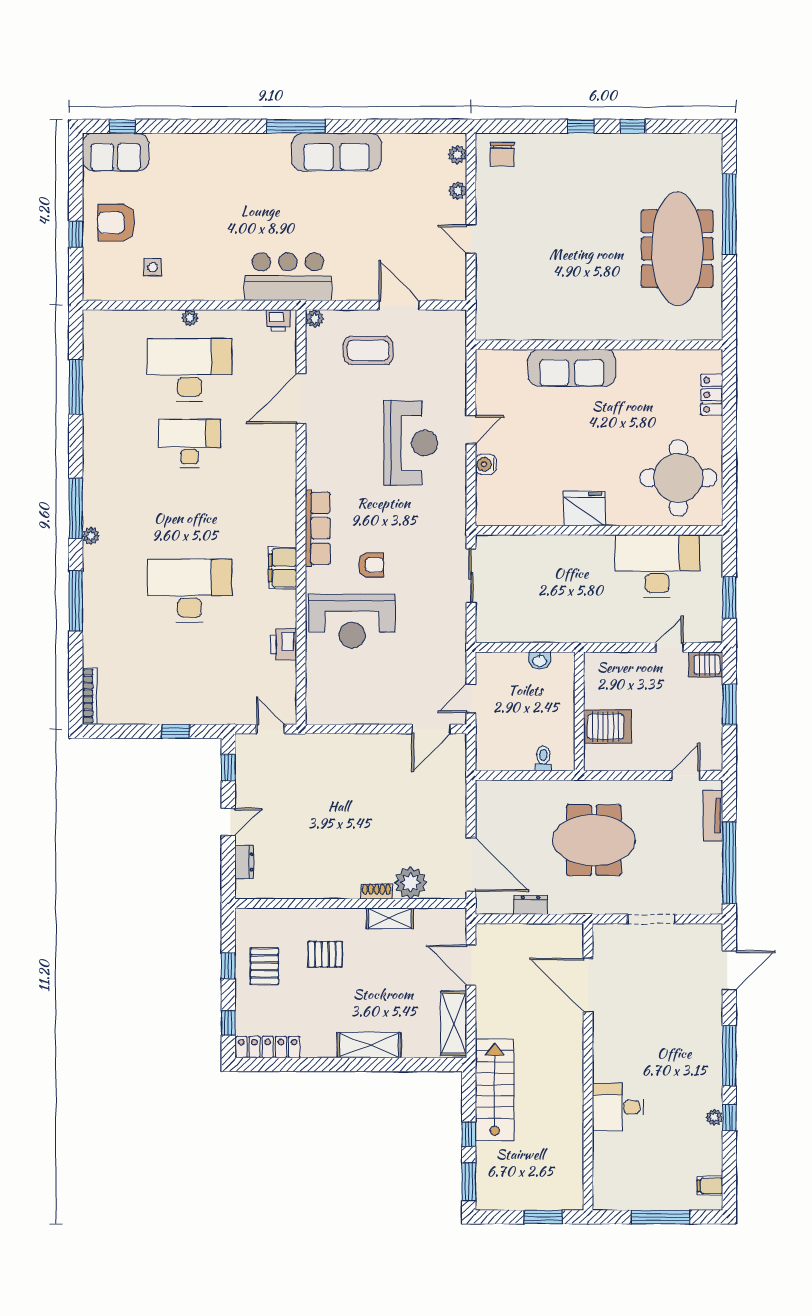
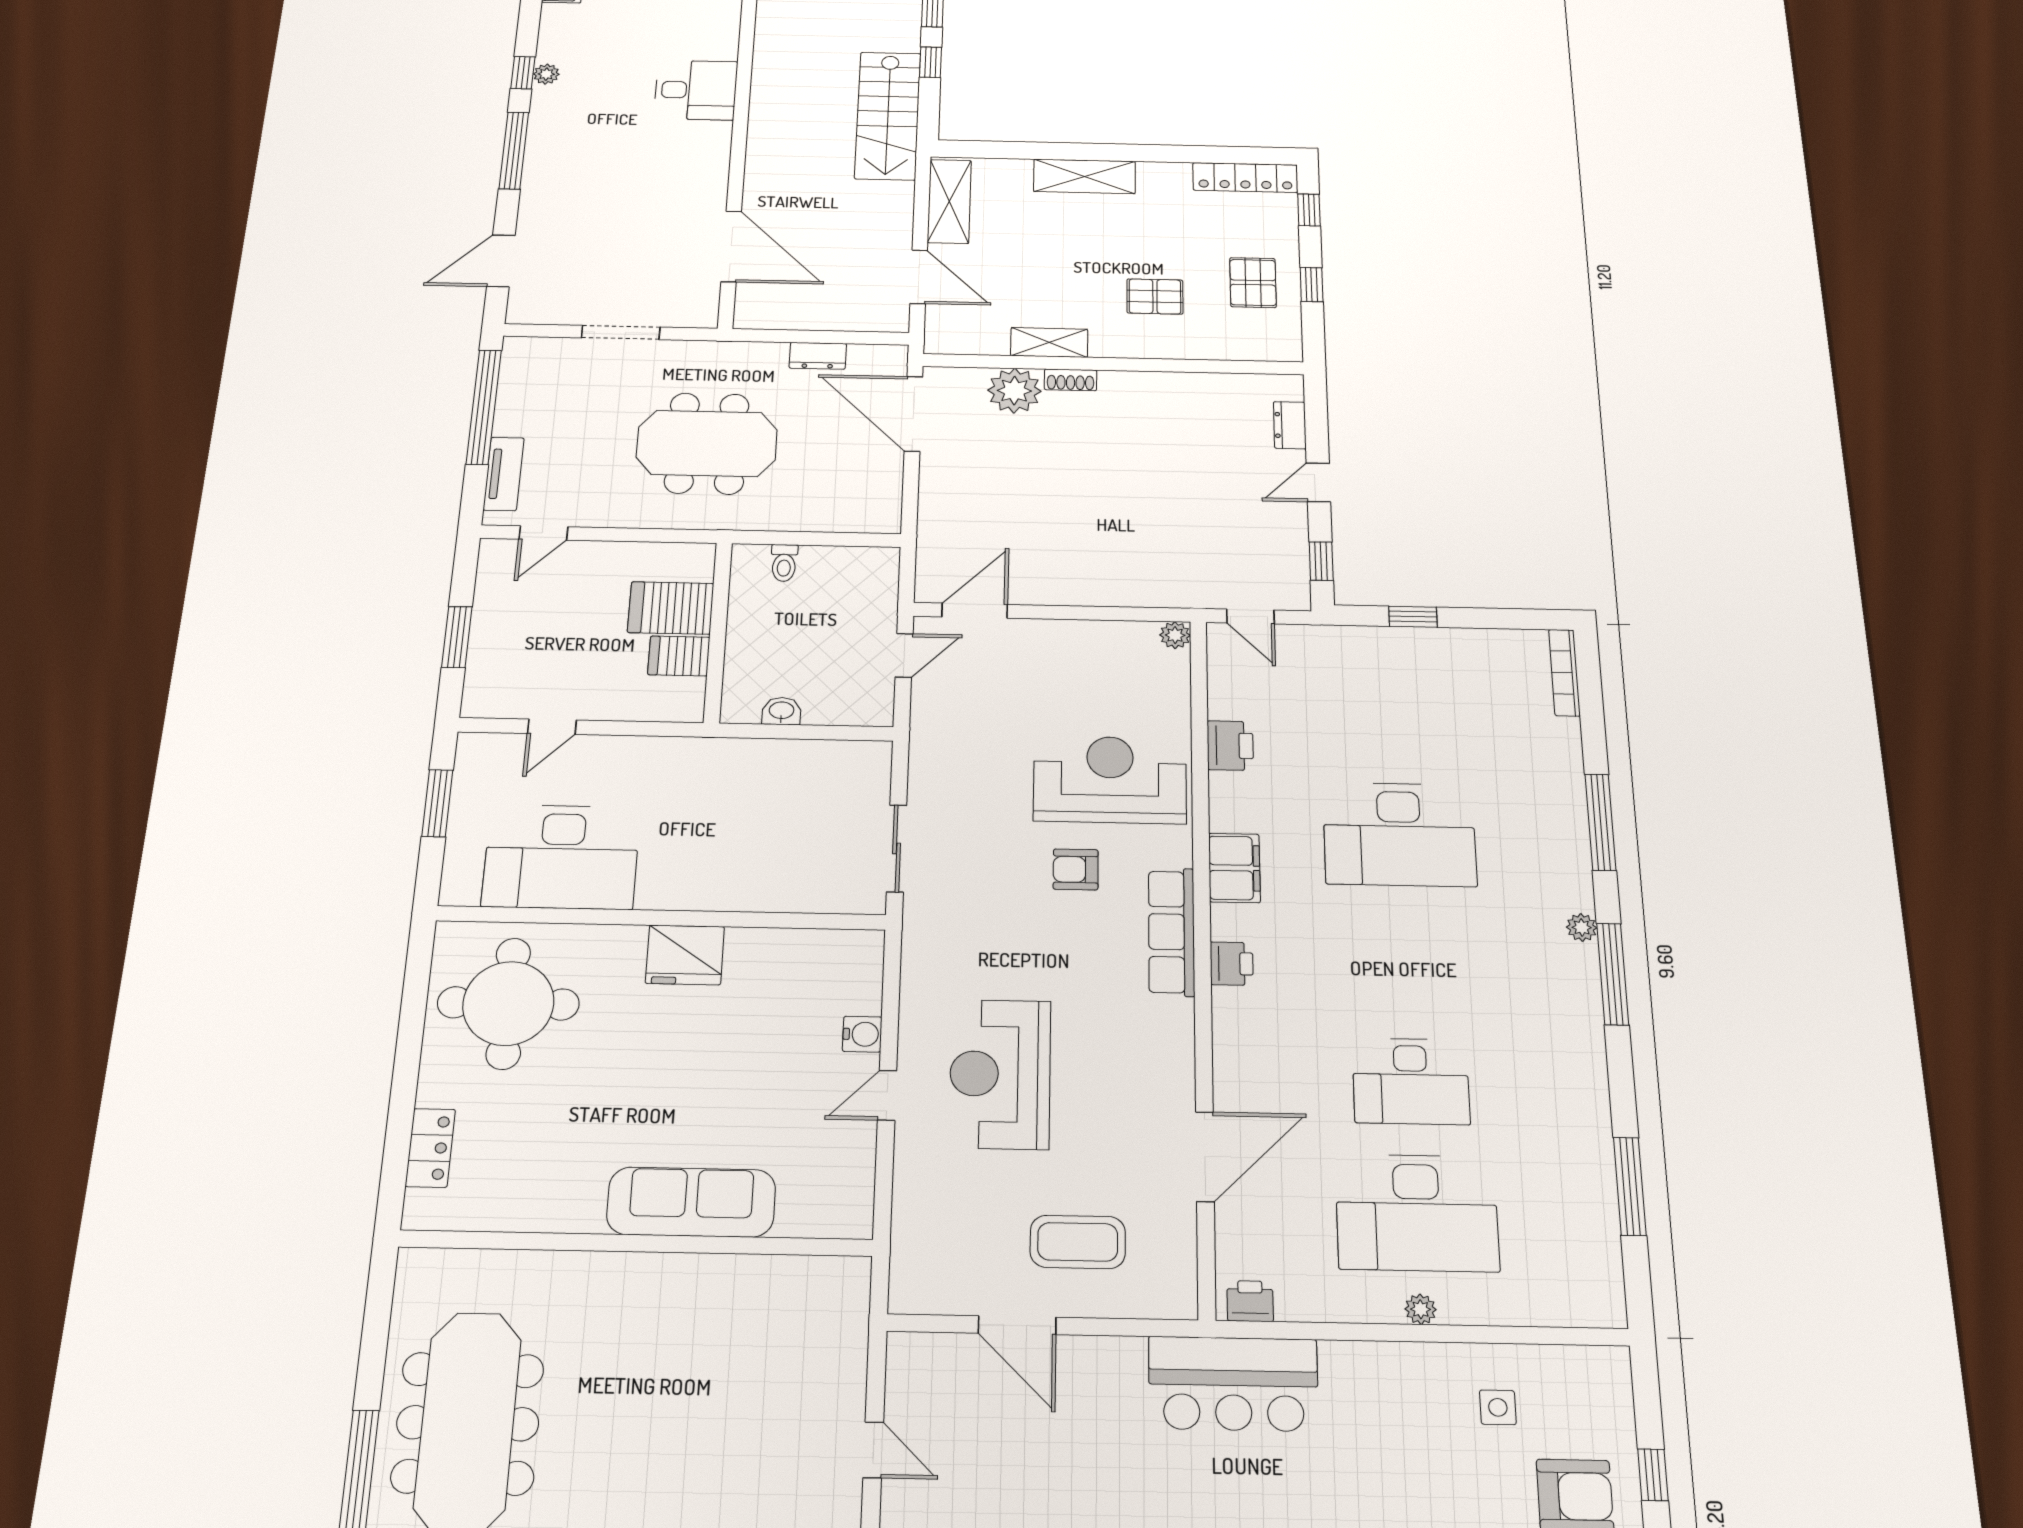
plant: (314, 319) -> (1175, 635), moved
printer: (285, 510) -> (1232, 964), added
server rack: (706, 665) -> (679, 656), moved, turned 180

